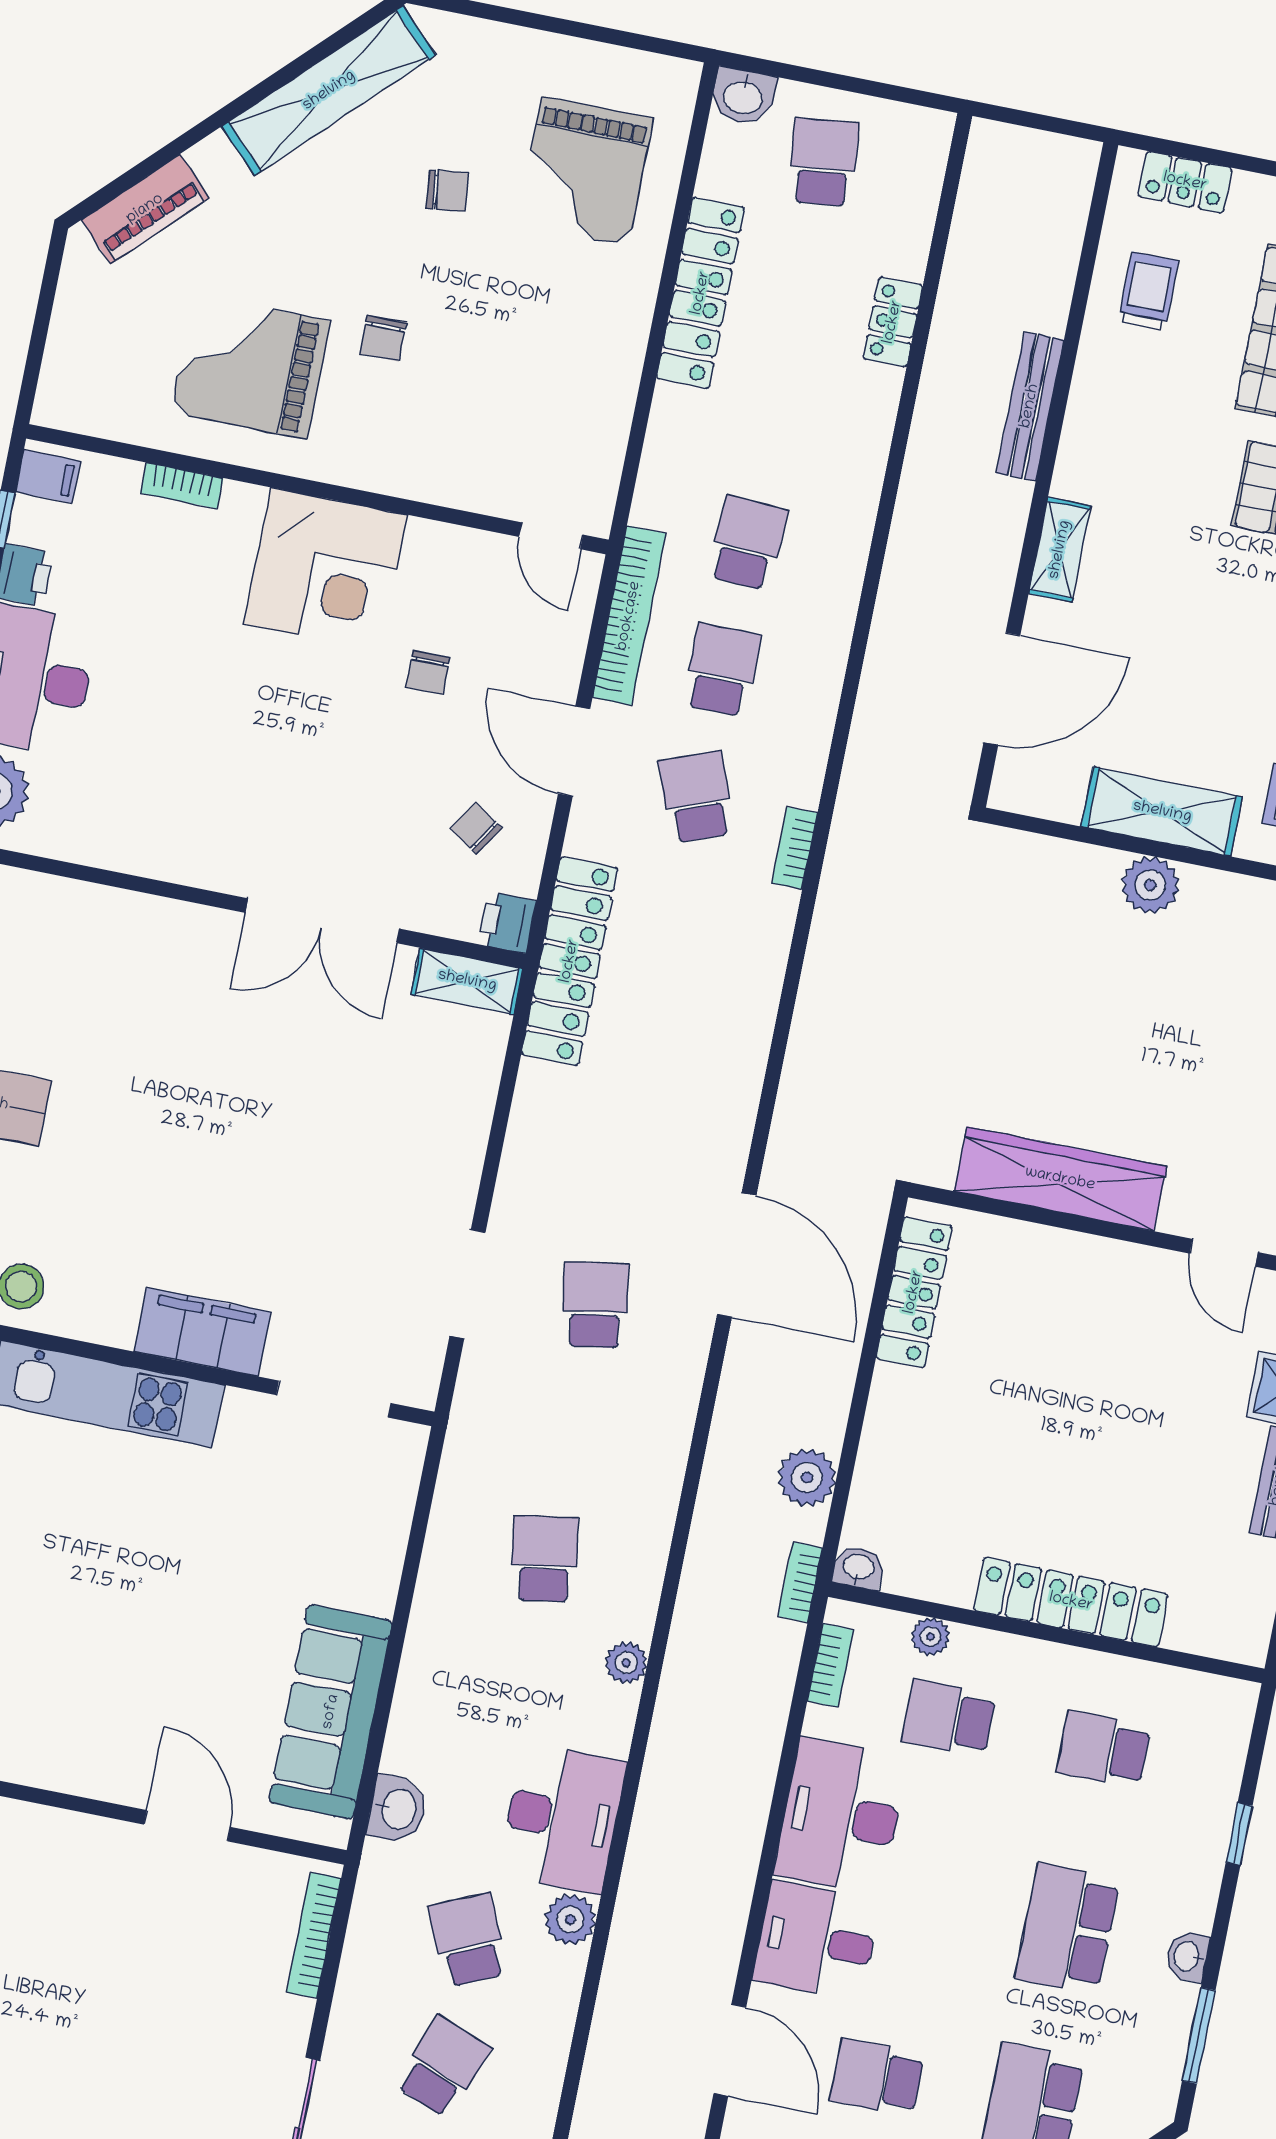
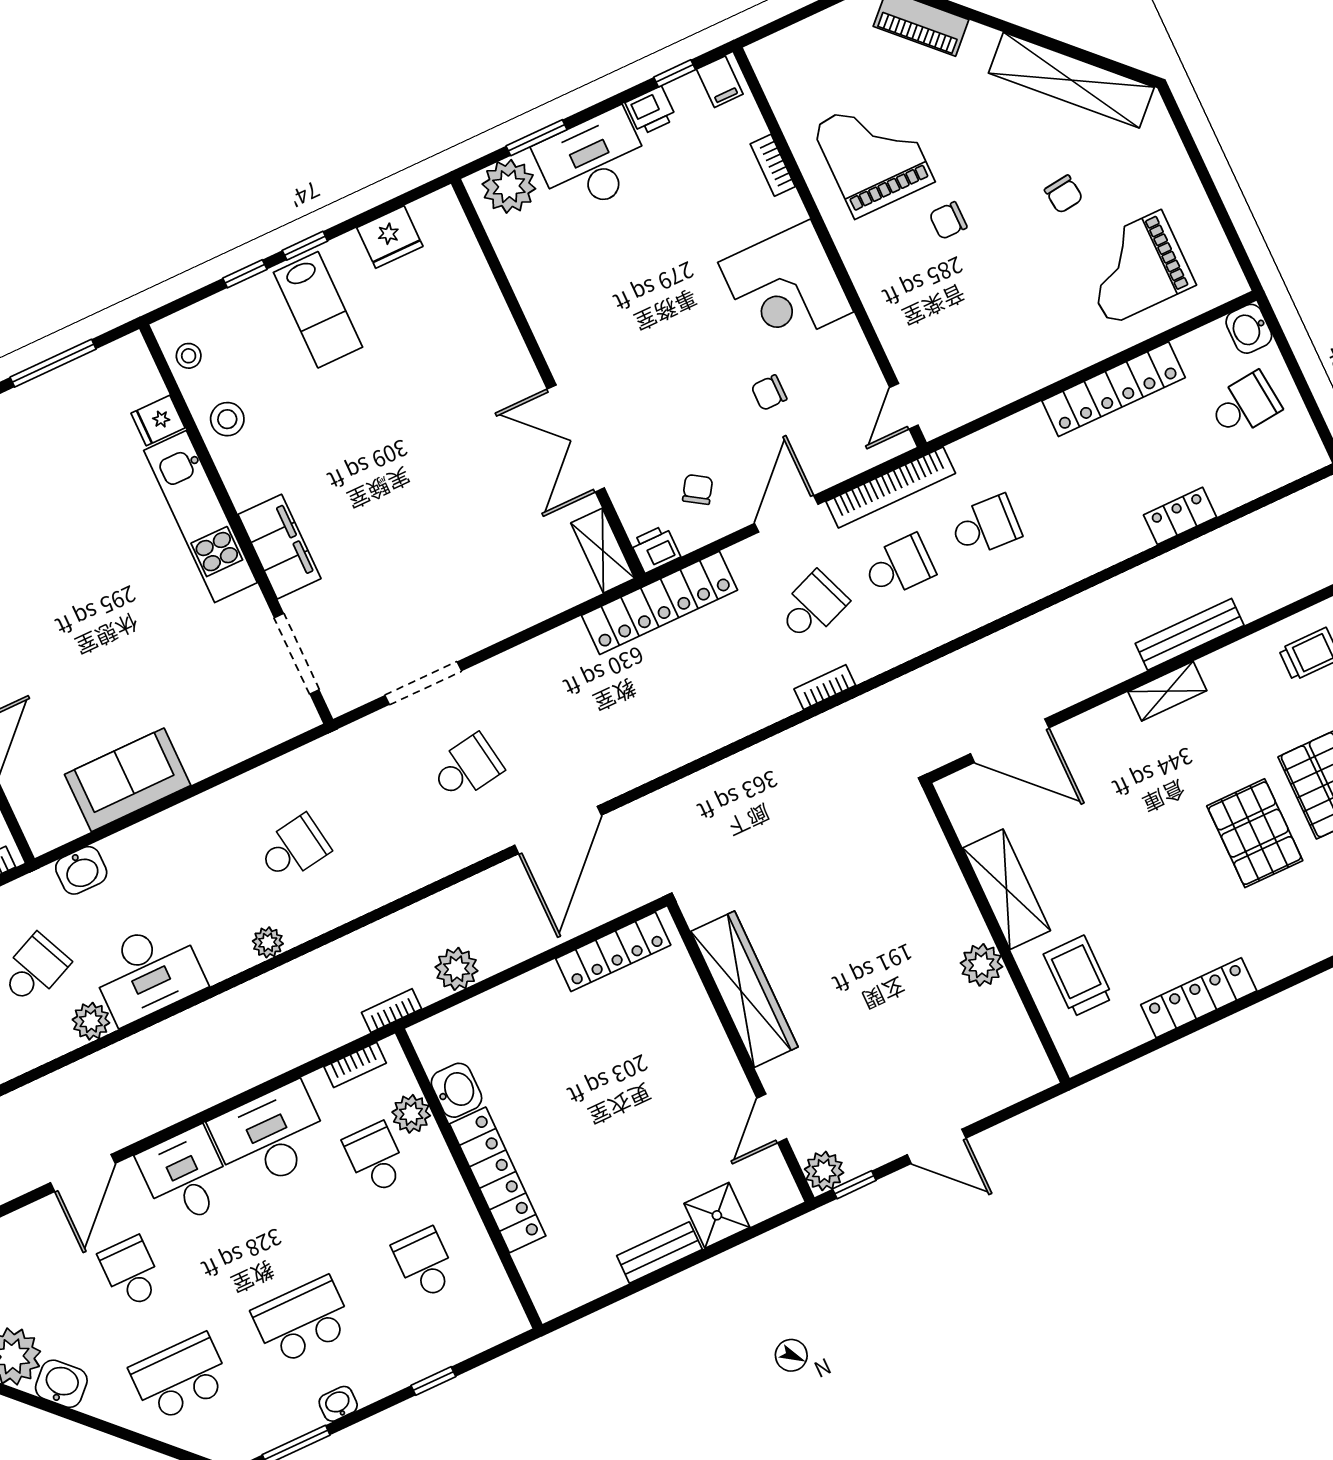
shelving: (1060, 550) -> (1167, 691), moved
plant: (1150, 885) -> (982, 965), moved
washbasin: (858, 1568) -> (456, 1090), moved, width x1.38, depth x1.45
plant: (930, 1637) -> (411, 1114), width x1.38, depth x1.38
sofa: (331, 1712) -> (128, 780), width x0.73

